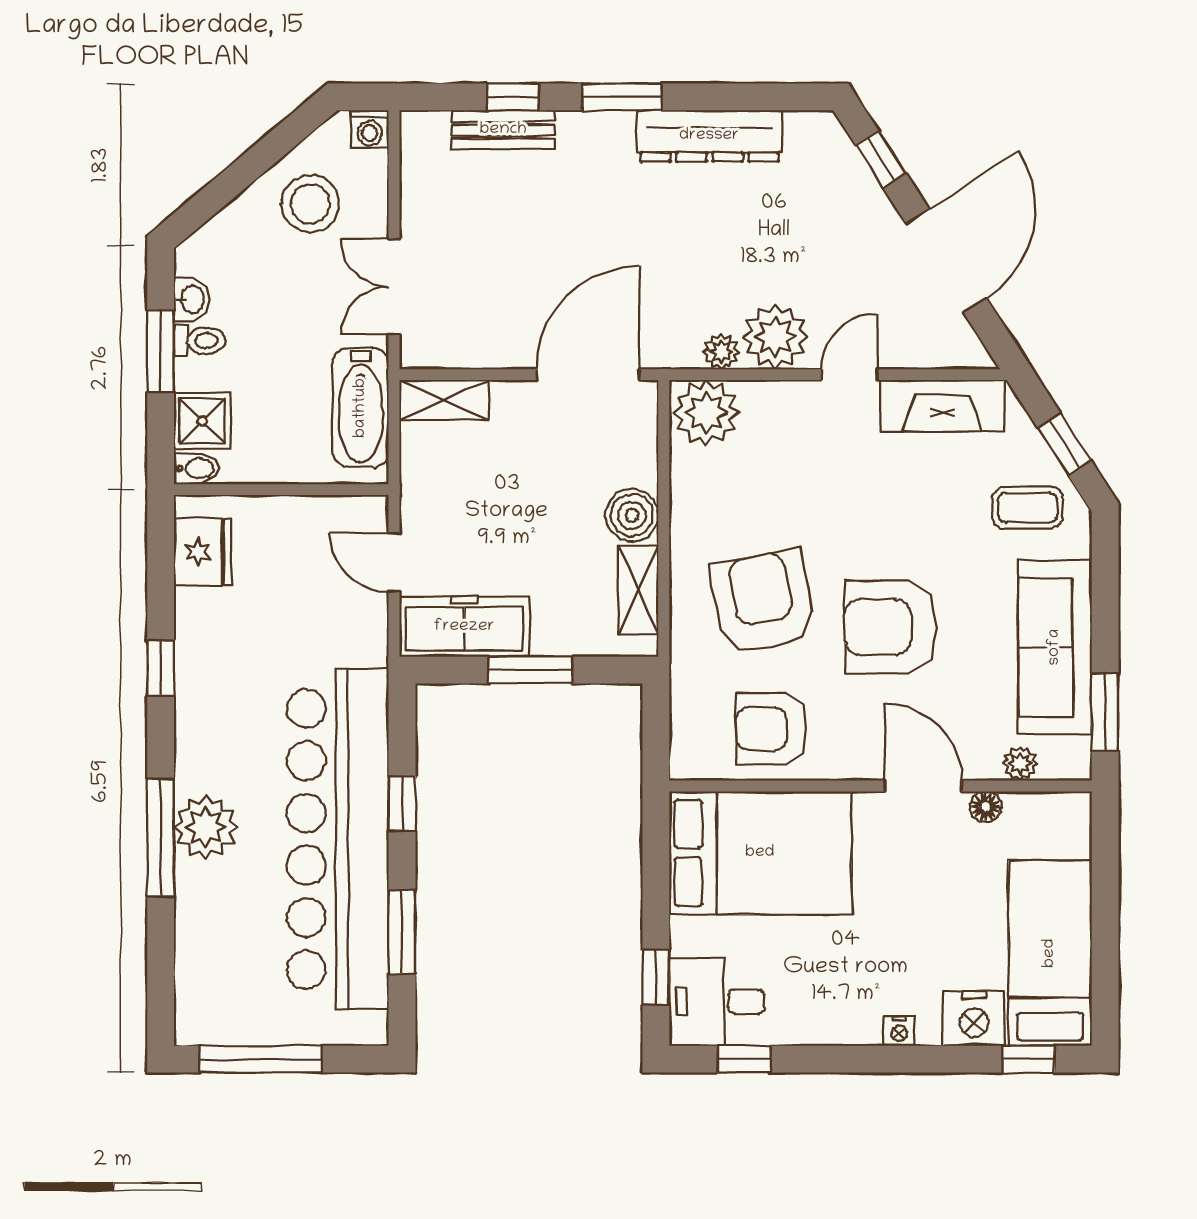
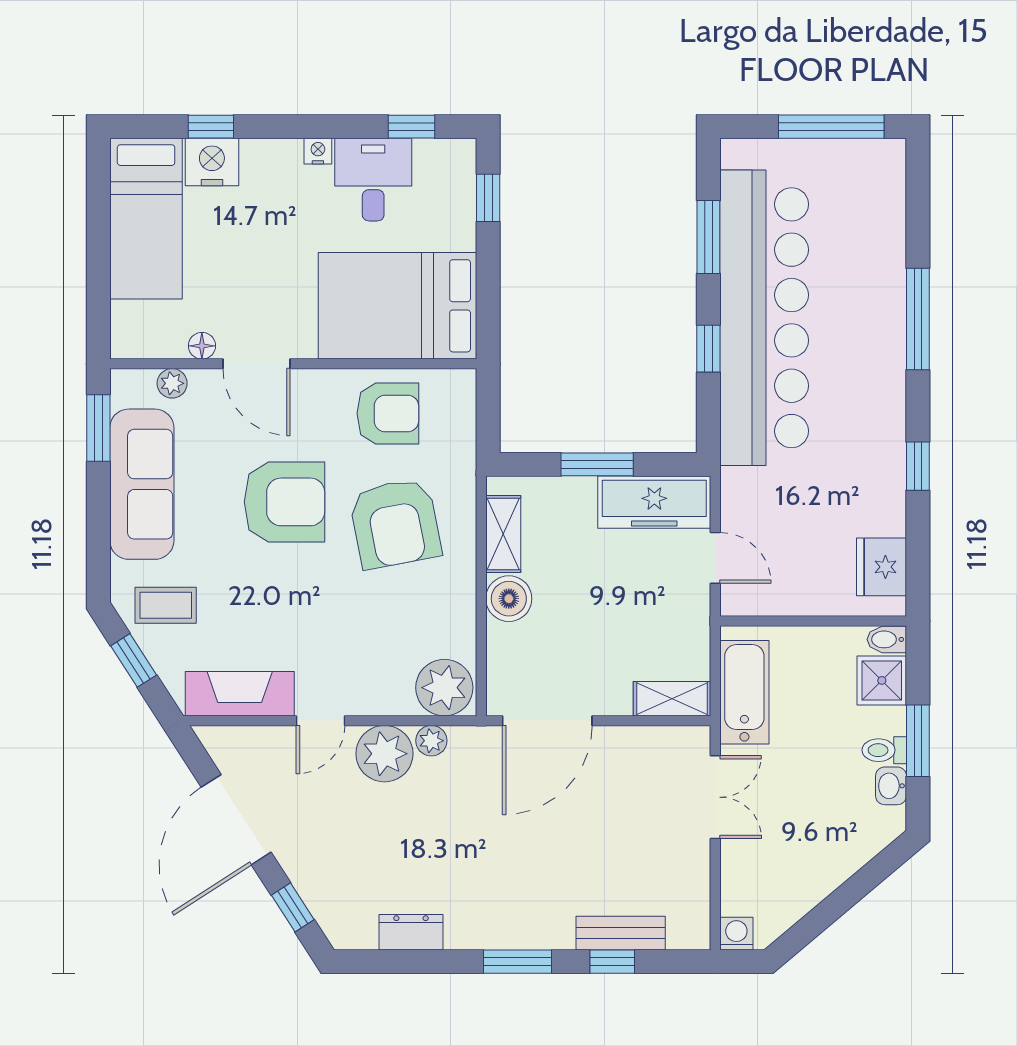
dresser: (709, 136) -> (411, 932), width x0.51, depth x0.80
stool: (310, 204) -> (788, 869), removed
plant: (206, 827) -> (879, 328), removed
desk: (717, 1002) -> (373, 180), moved, turned -90
nightstand: (899, 1031) -> (318, 151), moved
window: (1029, 1059) -> (211, 127), moved

